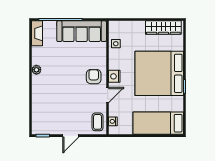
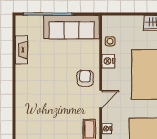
fireplace: (37, 33) -> (21, 50), moved
plant: (36, 70) -> (21, 71), removed
nightstand: (114, 76) -> (108, 61), moved

